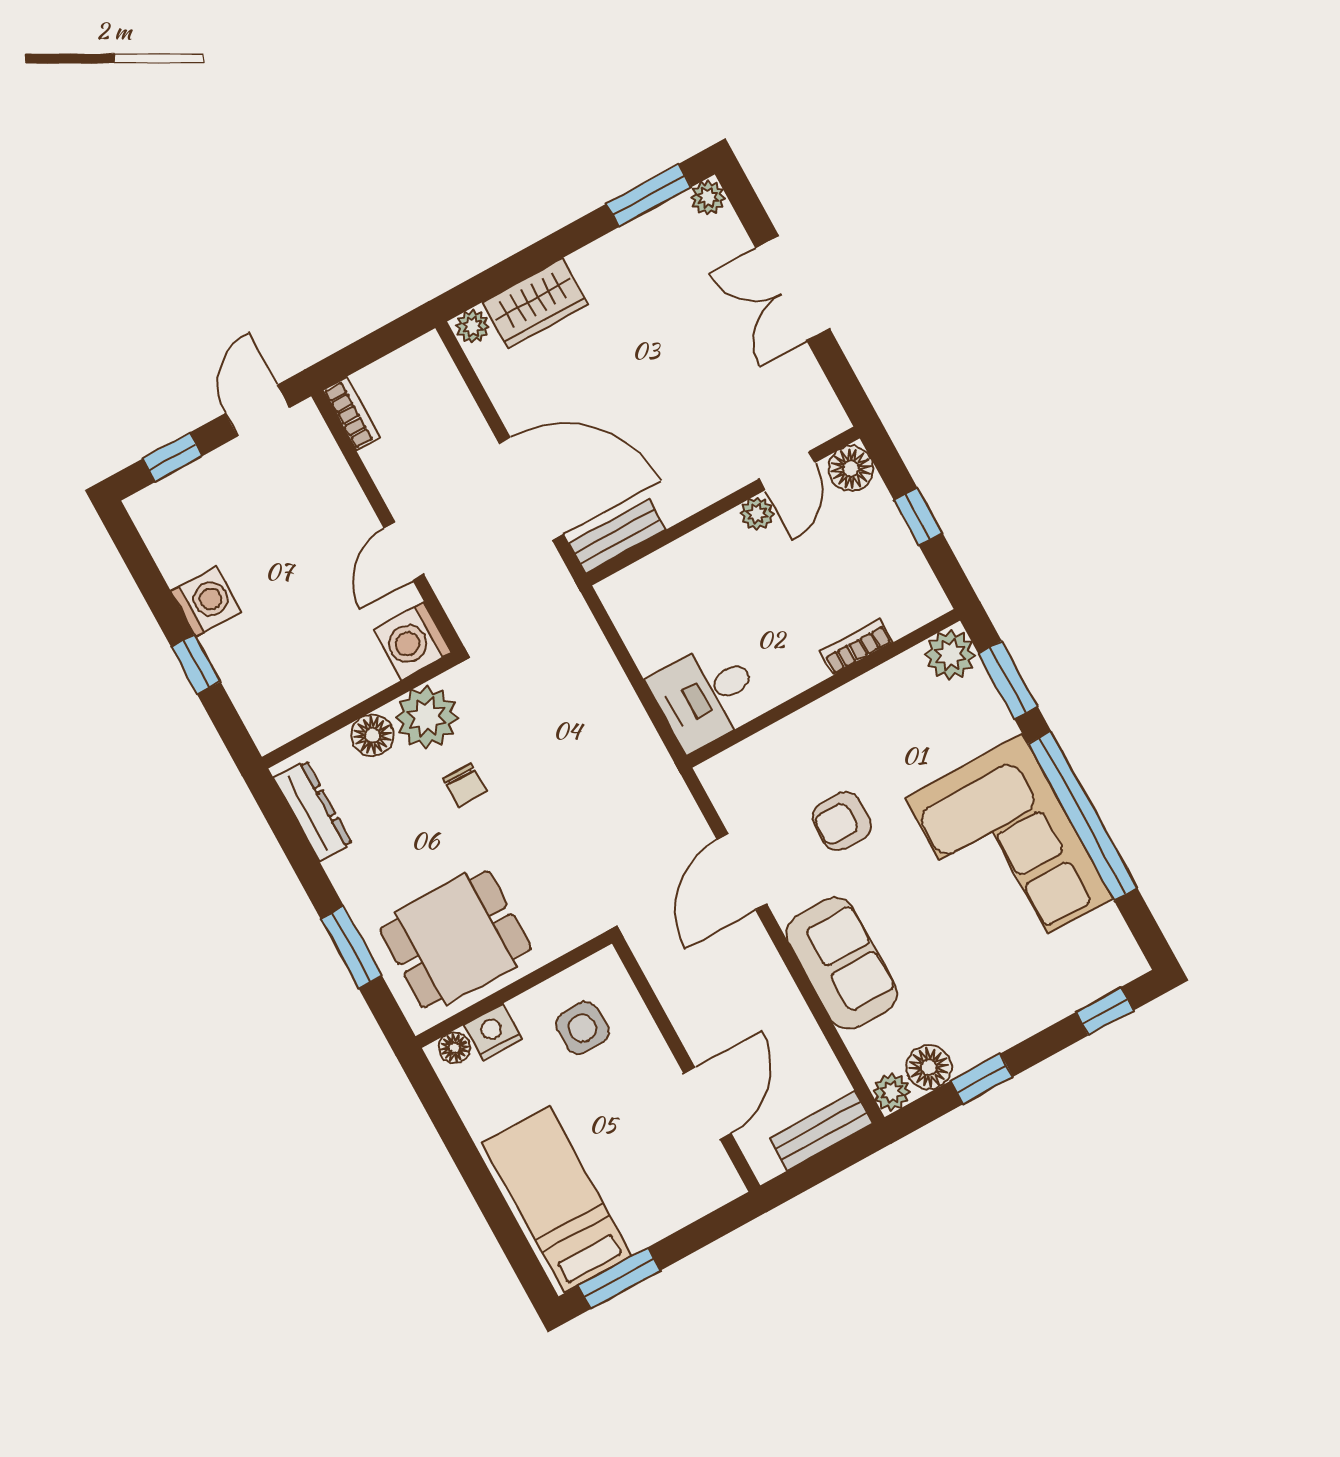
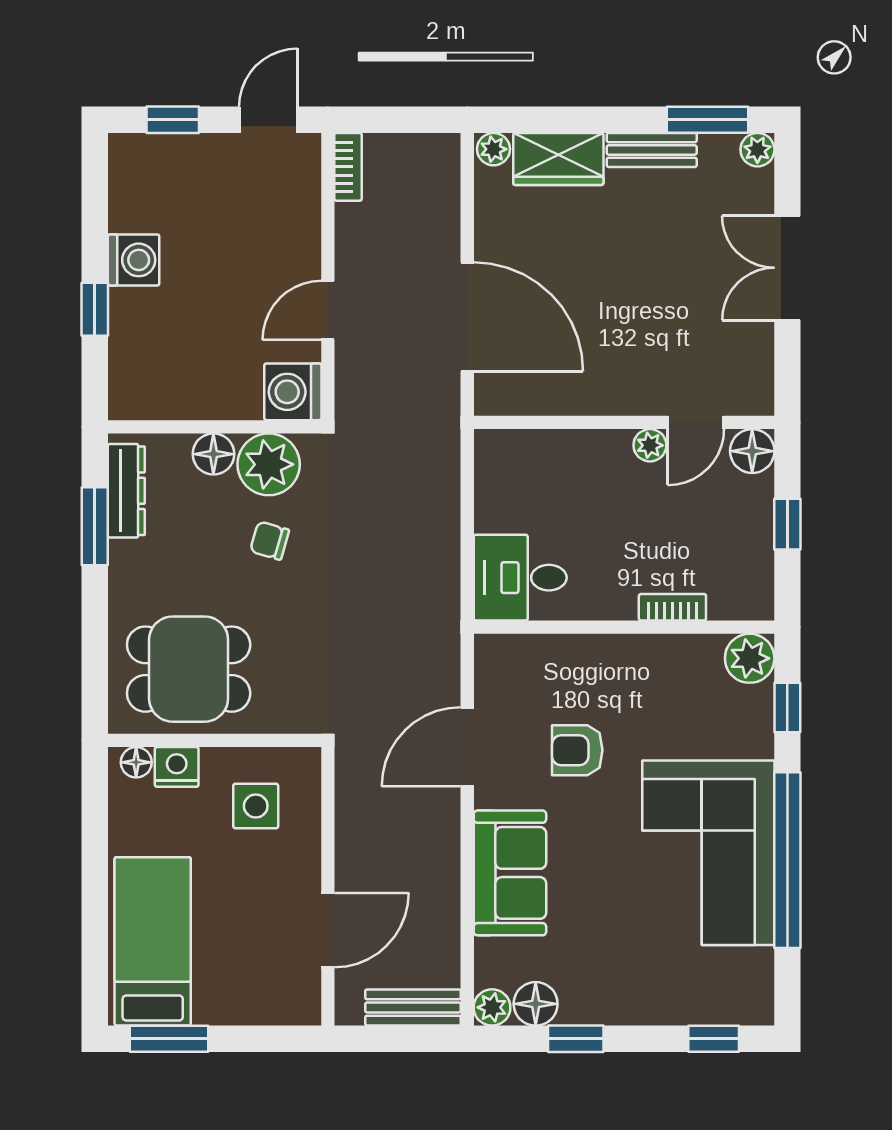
bench: (617, 536) -> (652, 150), moved
window: (1008, 680) -> (787, 708), width x0.67
chair: (465, 785) -> (270, 541), turned 106
window: (351, 947) -> (95, 526), moved

